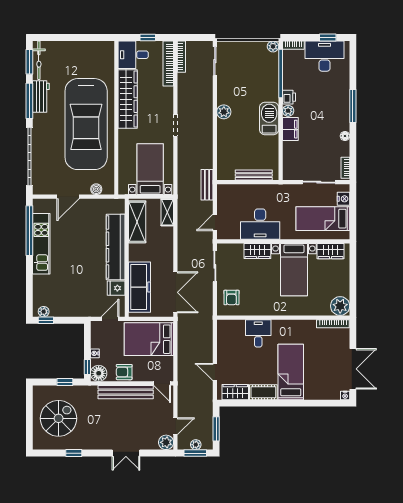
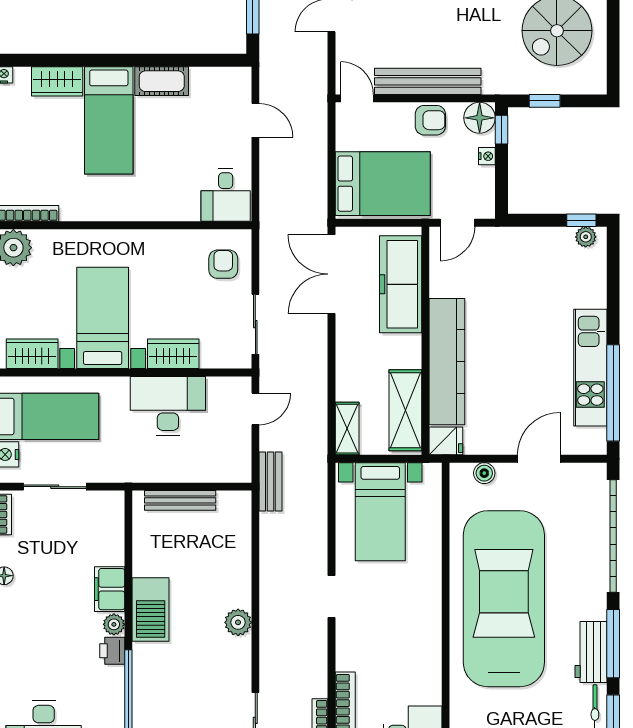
wardrobe: (128, 99) -> (424, 647), removed
fridge: (116, 288) -> (446, 441), moved
desk: (258, 333) -> (226, 195), moved
wardrobe: (235, 392) -> (57, 81), moved

